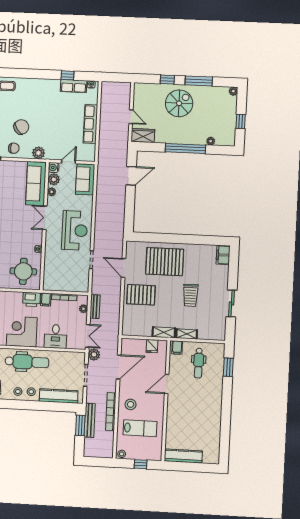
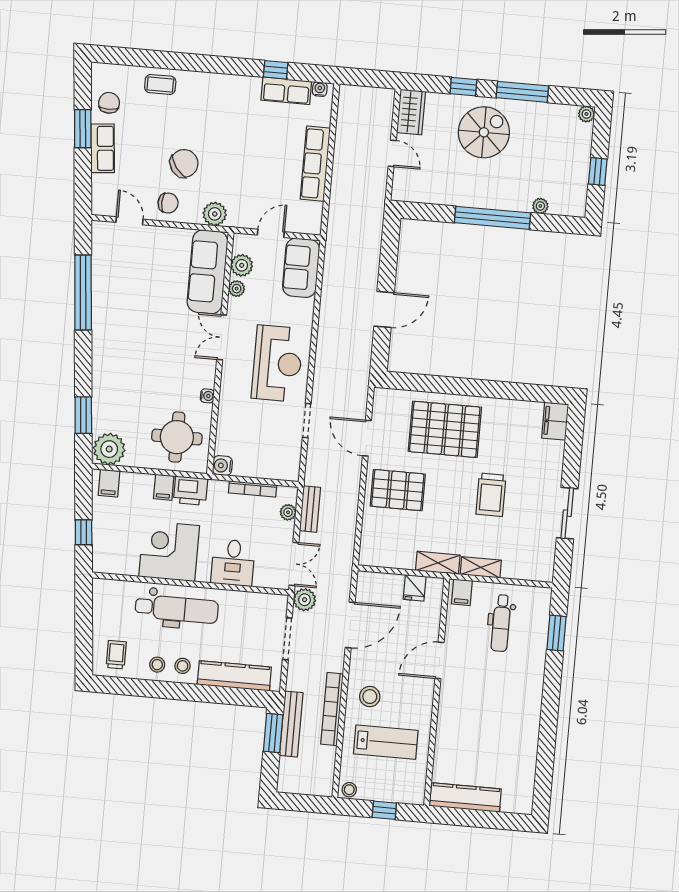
wardrobe: (143, 136) -> (411, 112), moved, turned 90
water cooler: (54, 168) -> (222, 466), moved
door: (131, 176) -> (384, 309), moved
filing cabinet: (46, 299) -> (164, 487), moved

